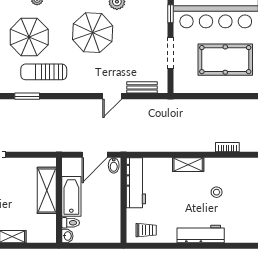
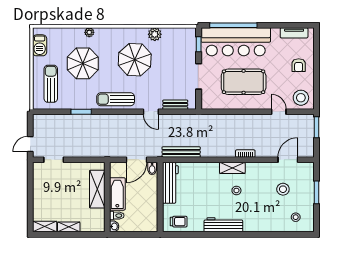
sun lounger: (44, 72) -> (116, 99), moved
door: (112, 96) -> (151, 112), hinge flipped
bench: (149, 145) -> (181, 152), added
shelving: (188, 165) -> (232, 168), moved

